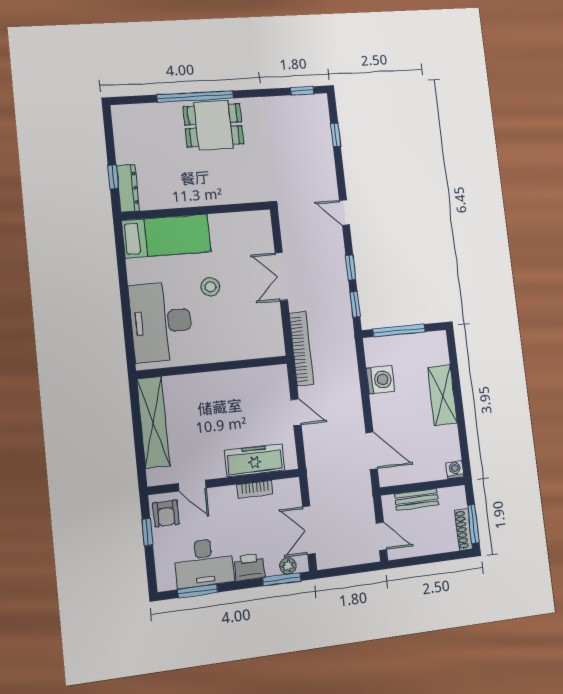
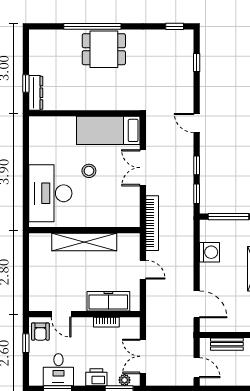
bed: (166, 236) -> (108, 130), moved, turned 180
shelving: (153, 422) -> (84, 242), moved, turned 90
desk: (204, 563) -> (58, 370), width x0.73

